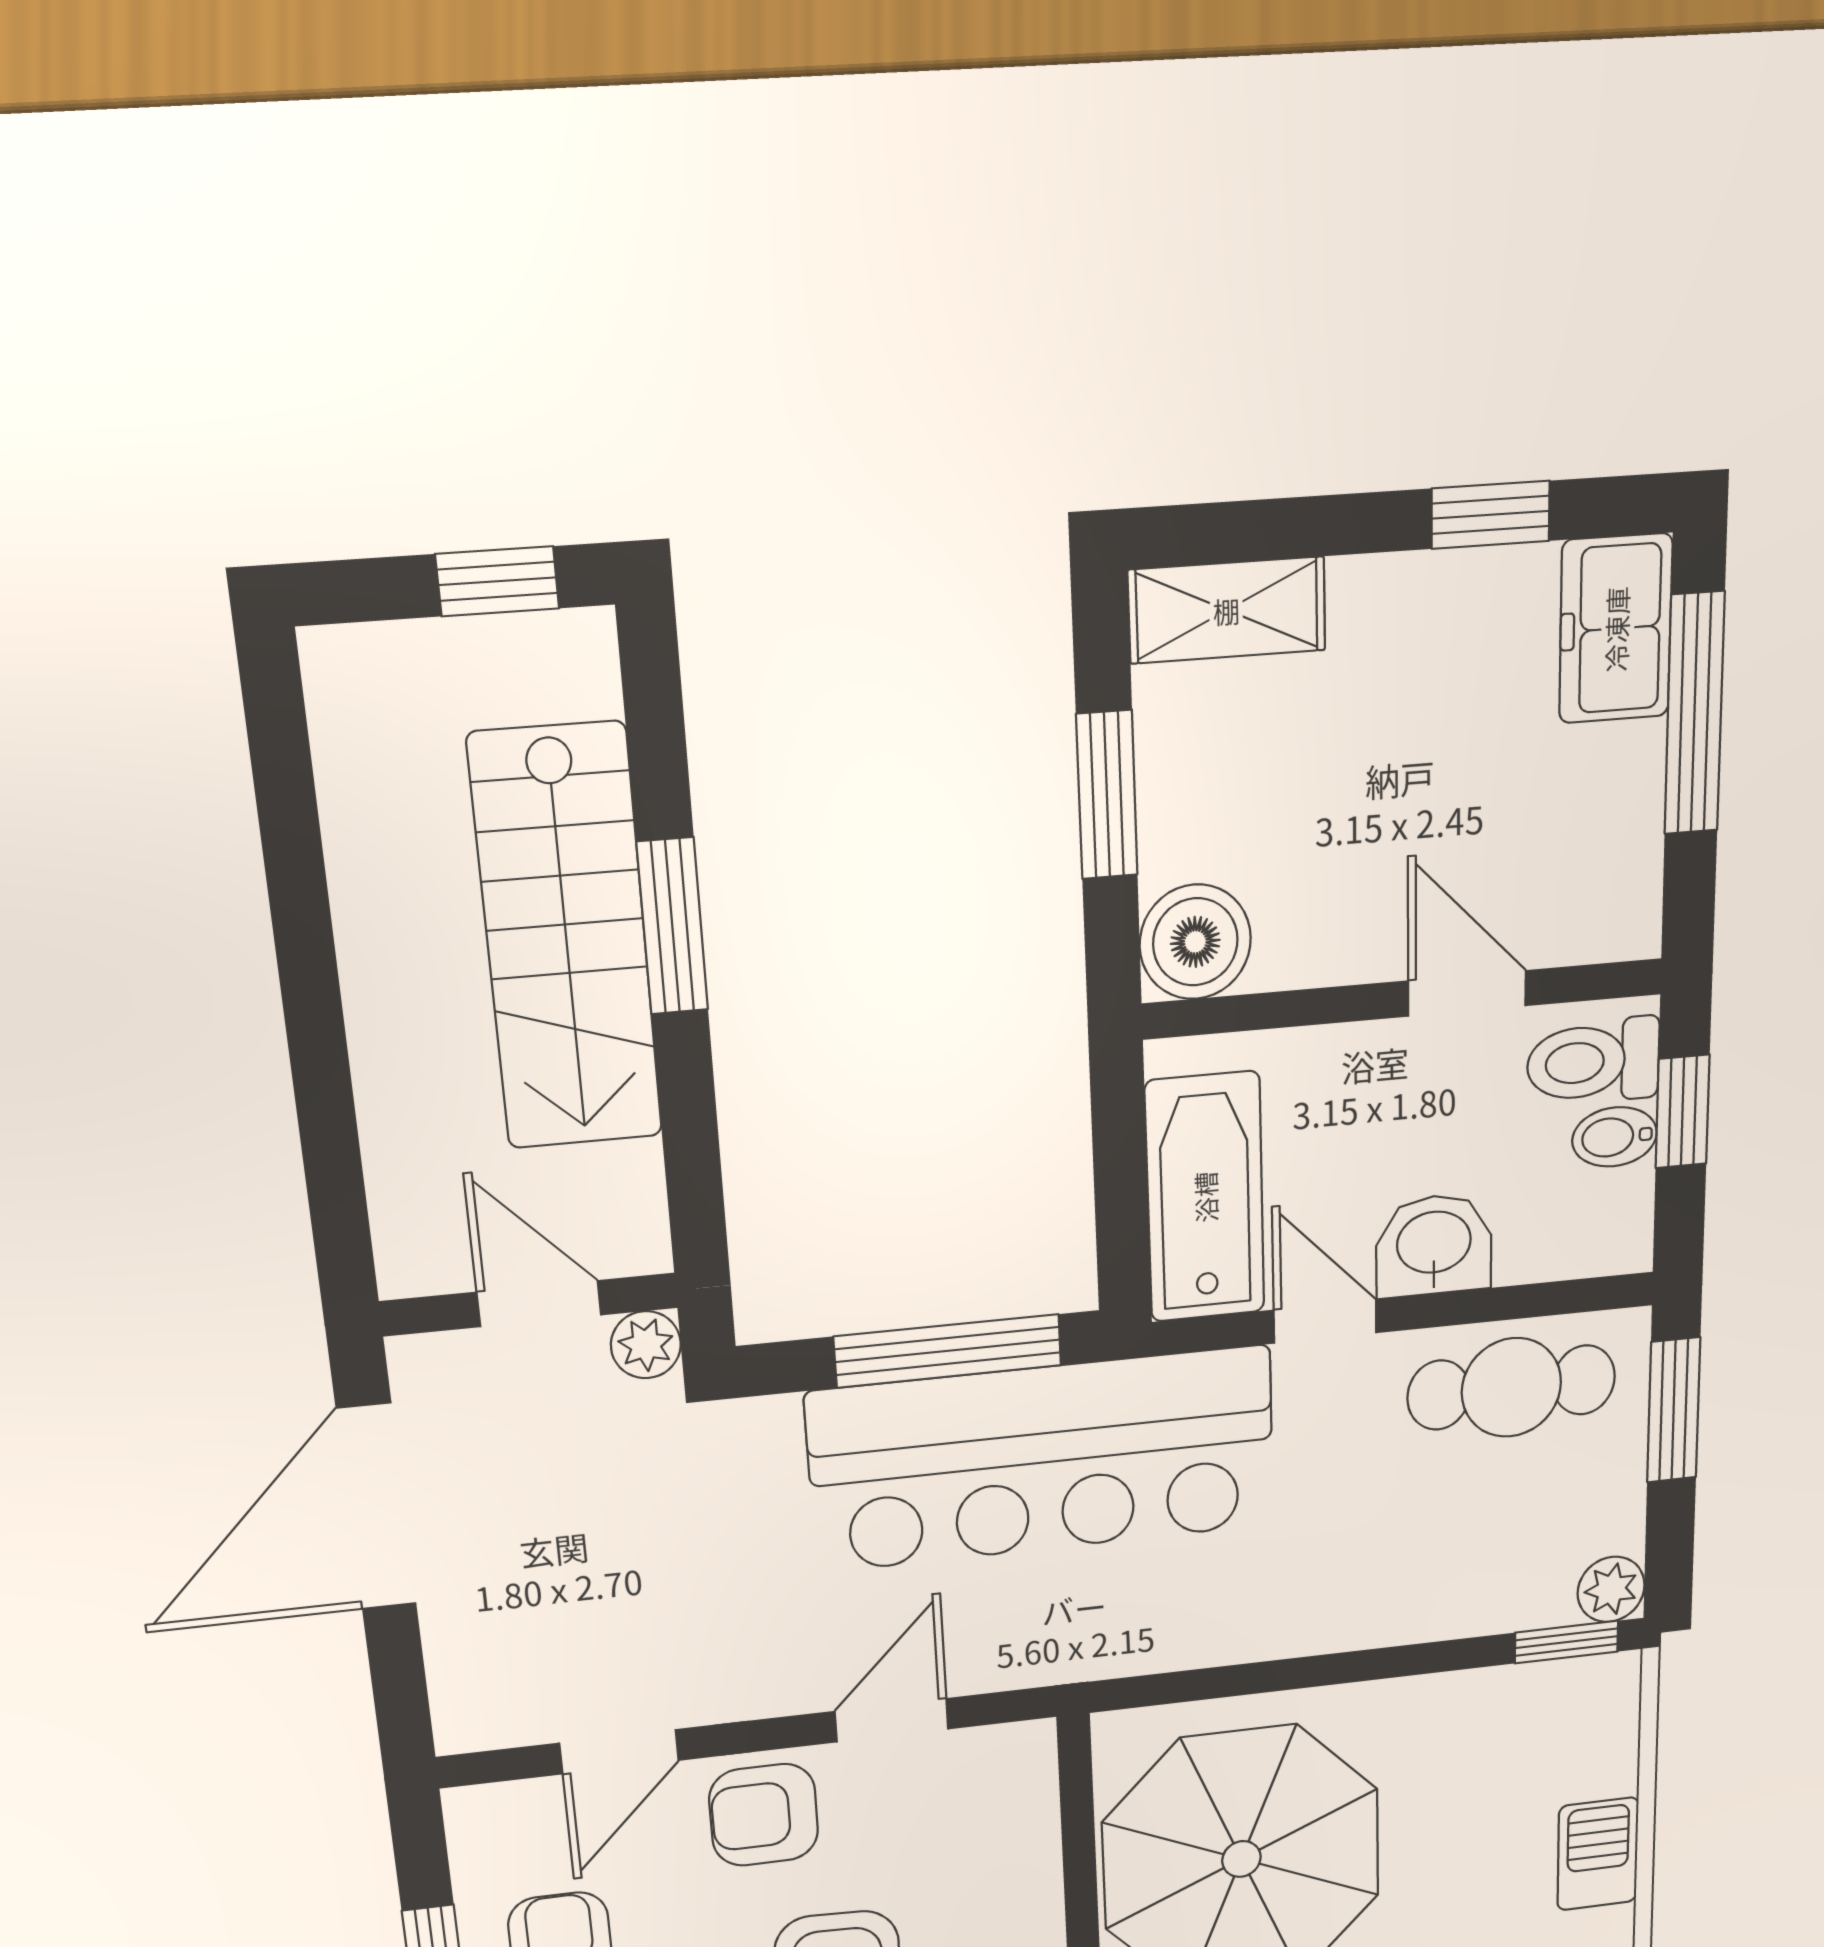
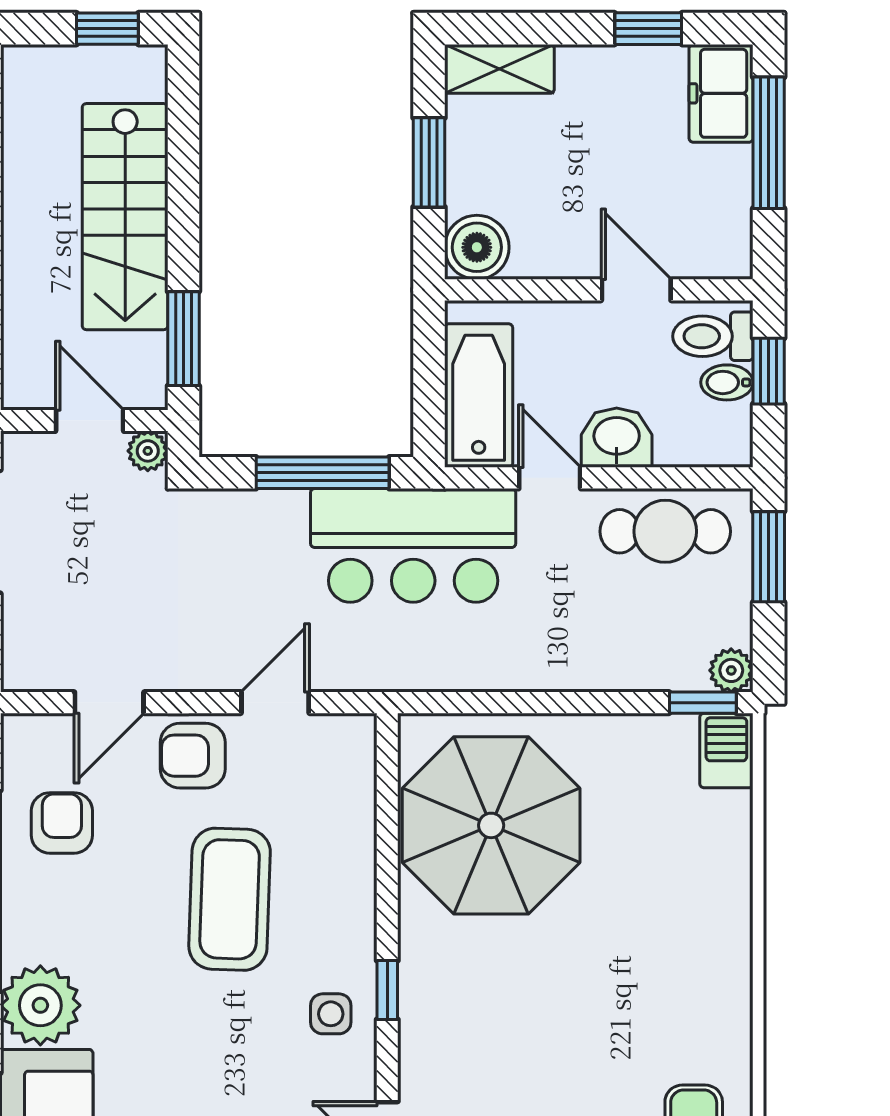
window: (672, 926) -> (183, 339), moved
bar counter: (1043, 1459) -> (413, 545), width x0.73
barbecue: (1598, 1854) -> (726, 750), moved

